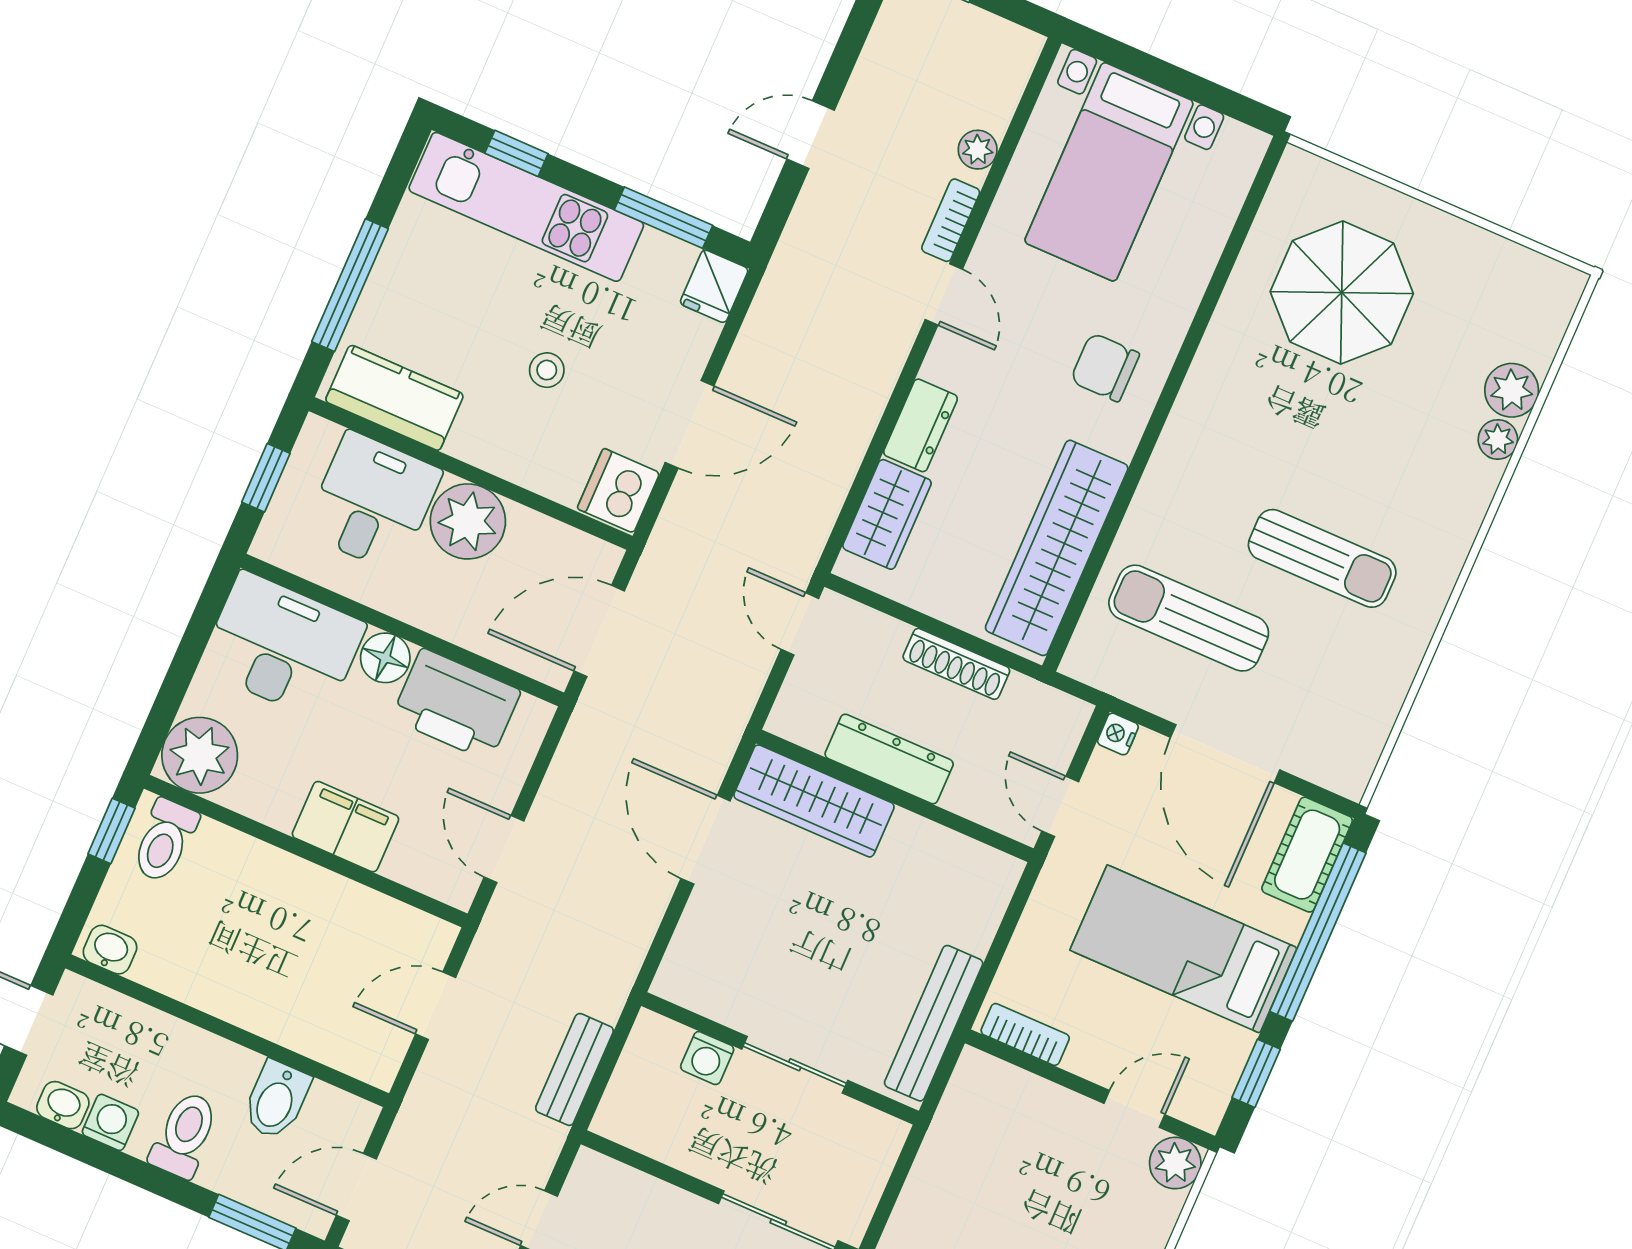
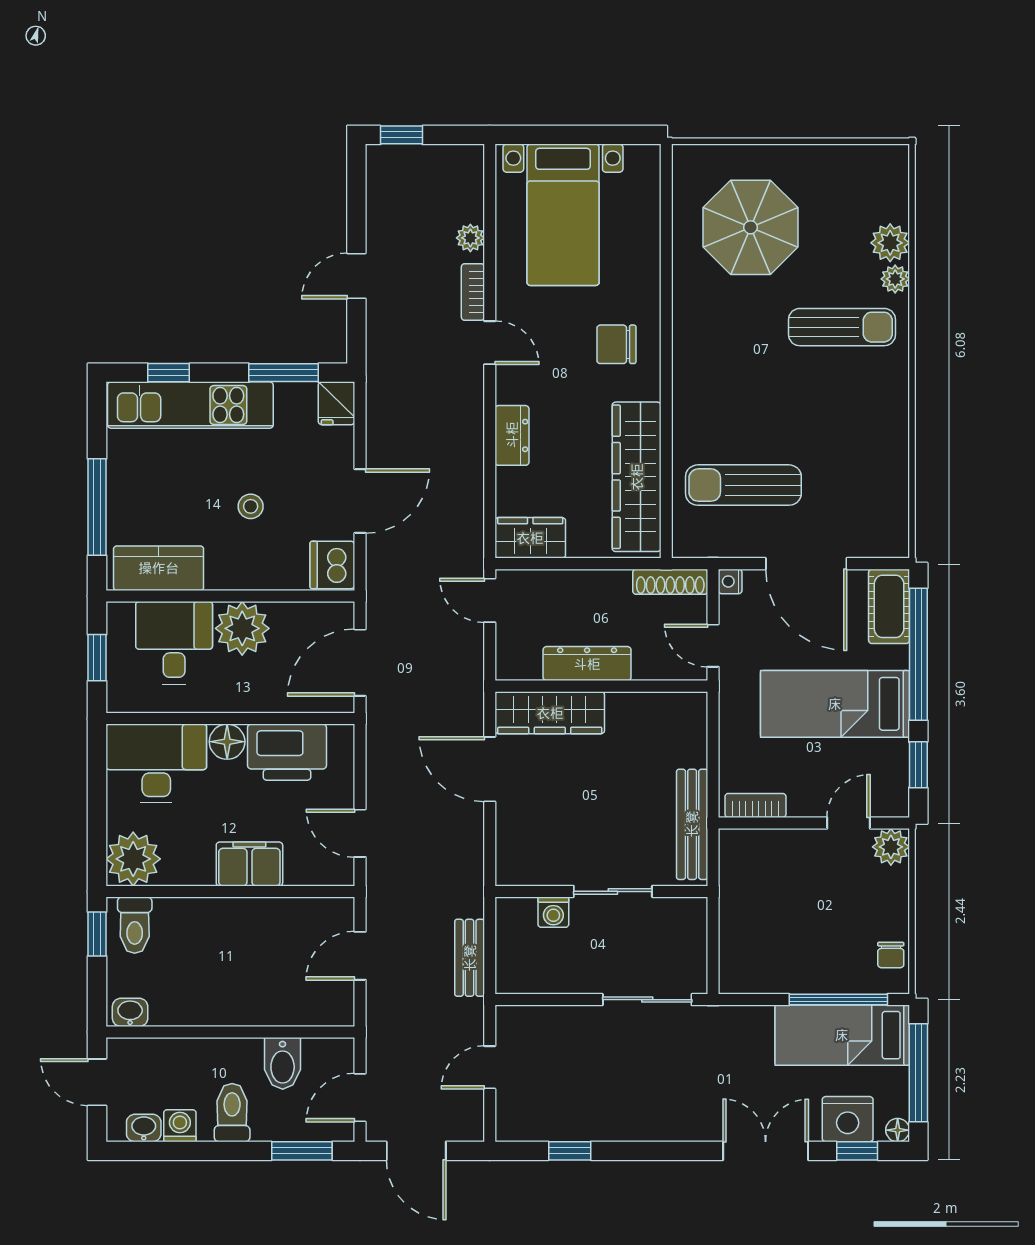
wardrobe: (887, 514) -> (530, 538), moved, turned -90
sun lounger: (1322, 558) -> (842, 327), moved
shoe rack: (956, 664) -> (670, 582), moved

